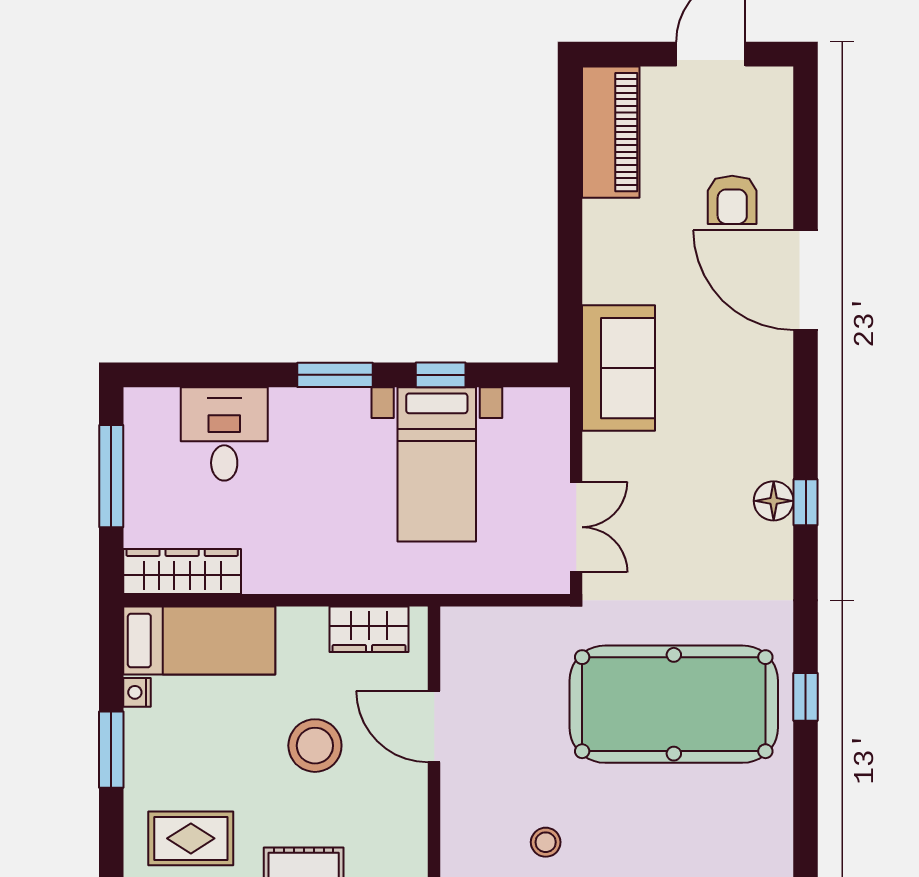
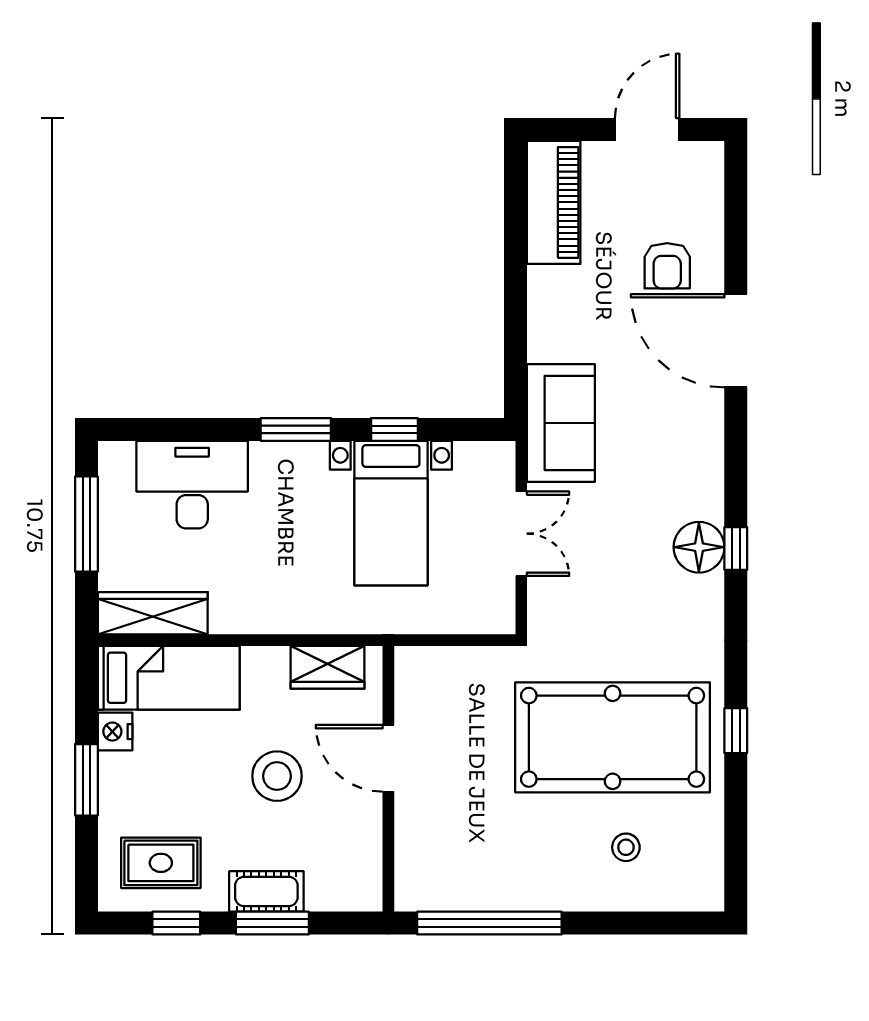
desk: (224, 434) -> (192, 485), width x1.37
floor lamp: (774, 501) -> (699, 547), width x1.38, depth x1.38
double door: (576, 527) -> (521, 534), moved
nightstand: (137, 692) -> (115, 732), width x1.39, depth x1.35
stool: (546, 842) -> (626, 847), moved

